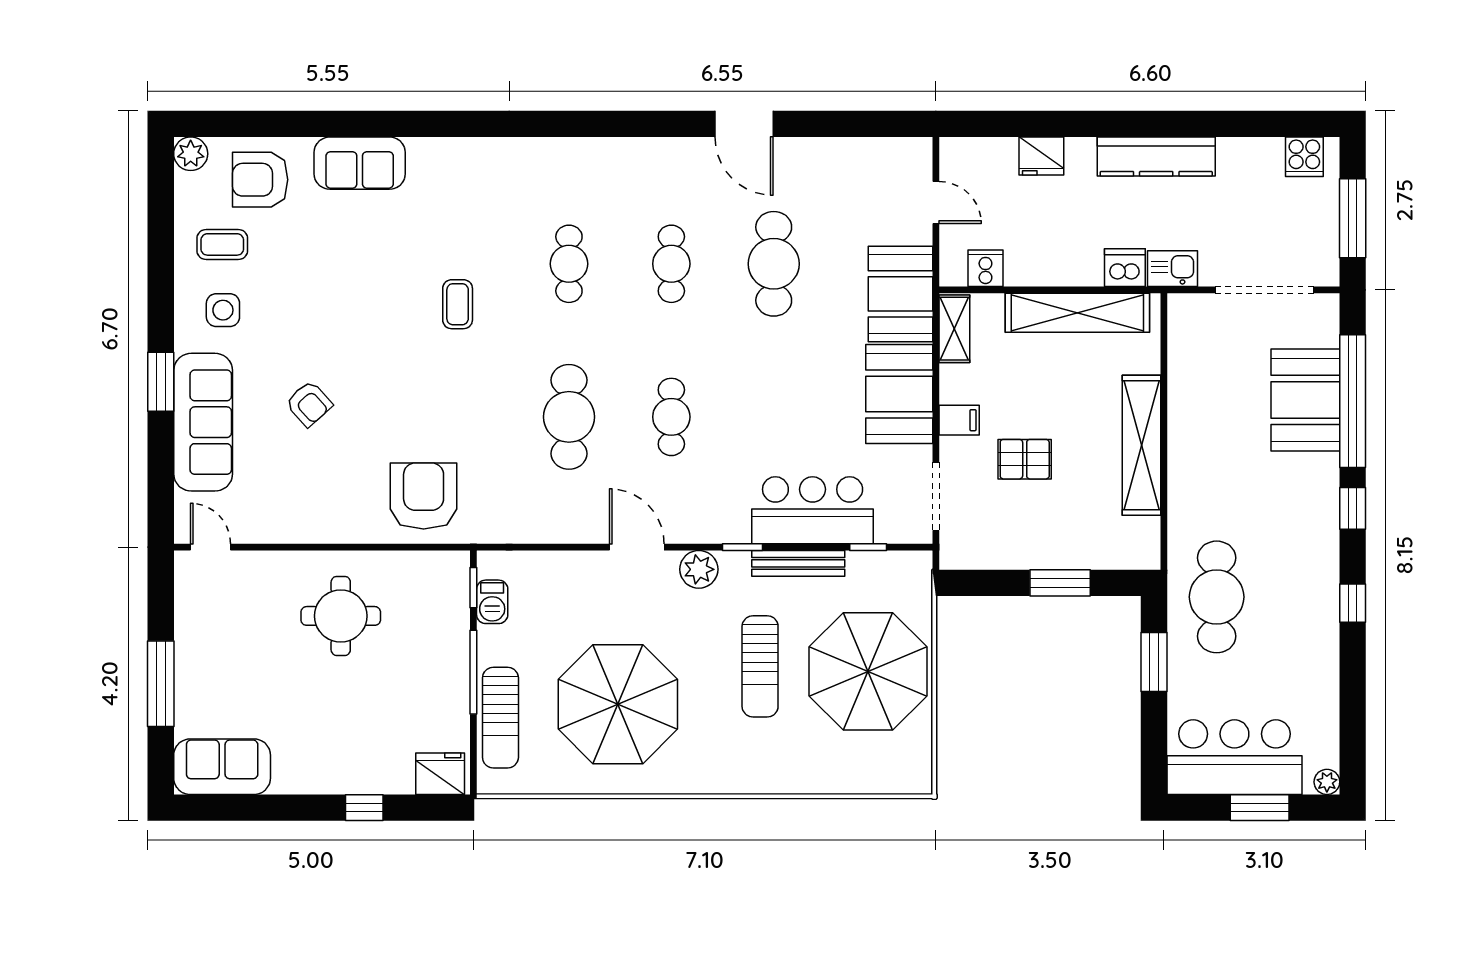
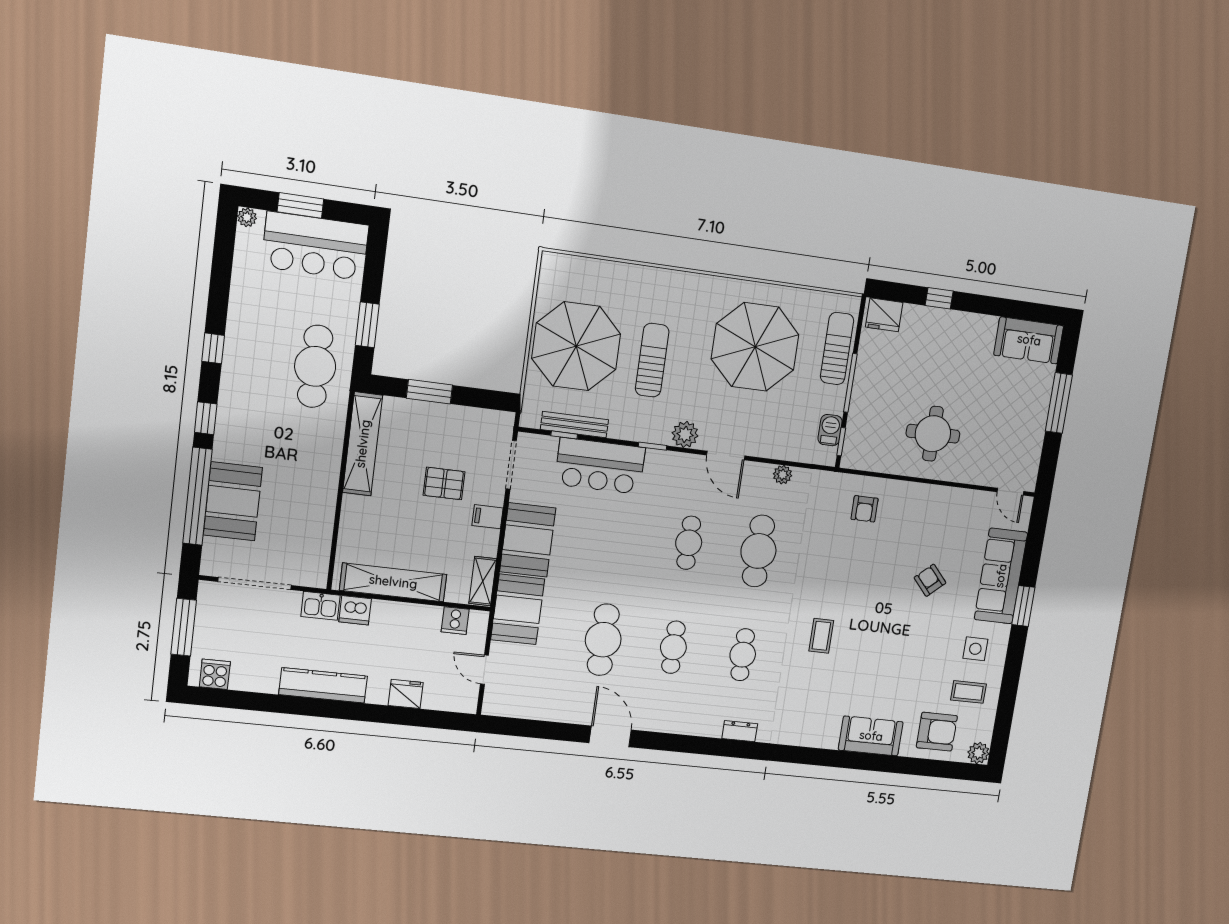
dresser: (556, 151) -> (740, 731), added
shelving: (1141, 445) -> (363, 444), moved
armchair: (424, 496) -> (865, 509), width x0.53, depth x0.53
plant: (551, 530) -> (783, 475), added
bench: (798, 563) -> (574, 425), moved

